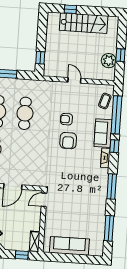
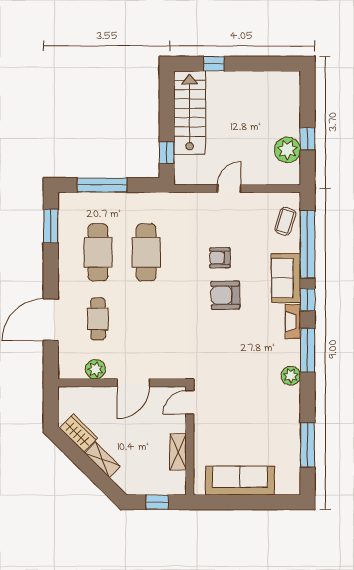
stairs: (84, 23) -> (190, 113), moved, turned -90
door: (74, 80) -> (229, 188), hinge flipped
armchair: (68, 141) -> (225, 295), turned 89
window: (112, 187) -> (307, 350), moved
plant: (102, 188) -> (291, 376), added
shelving: (35, 242) -> (178, 452), moved

